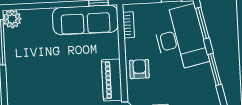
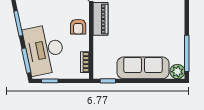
sofa: (85, 20) -> (143, 68), moved

